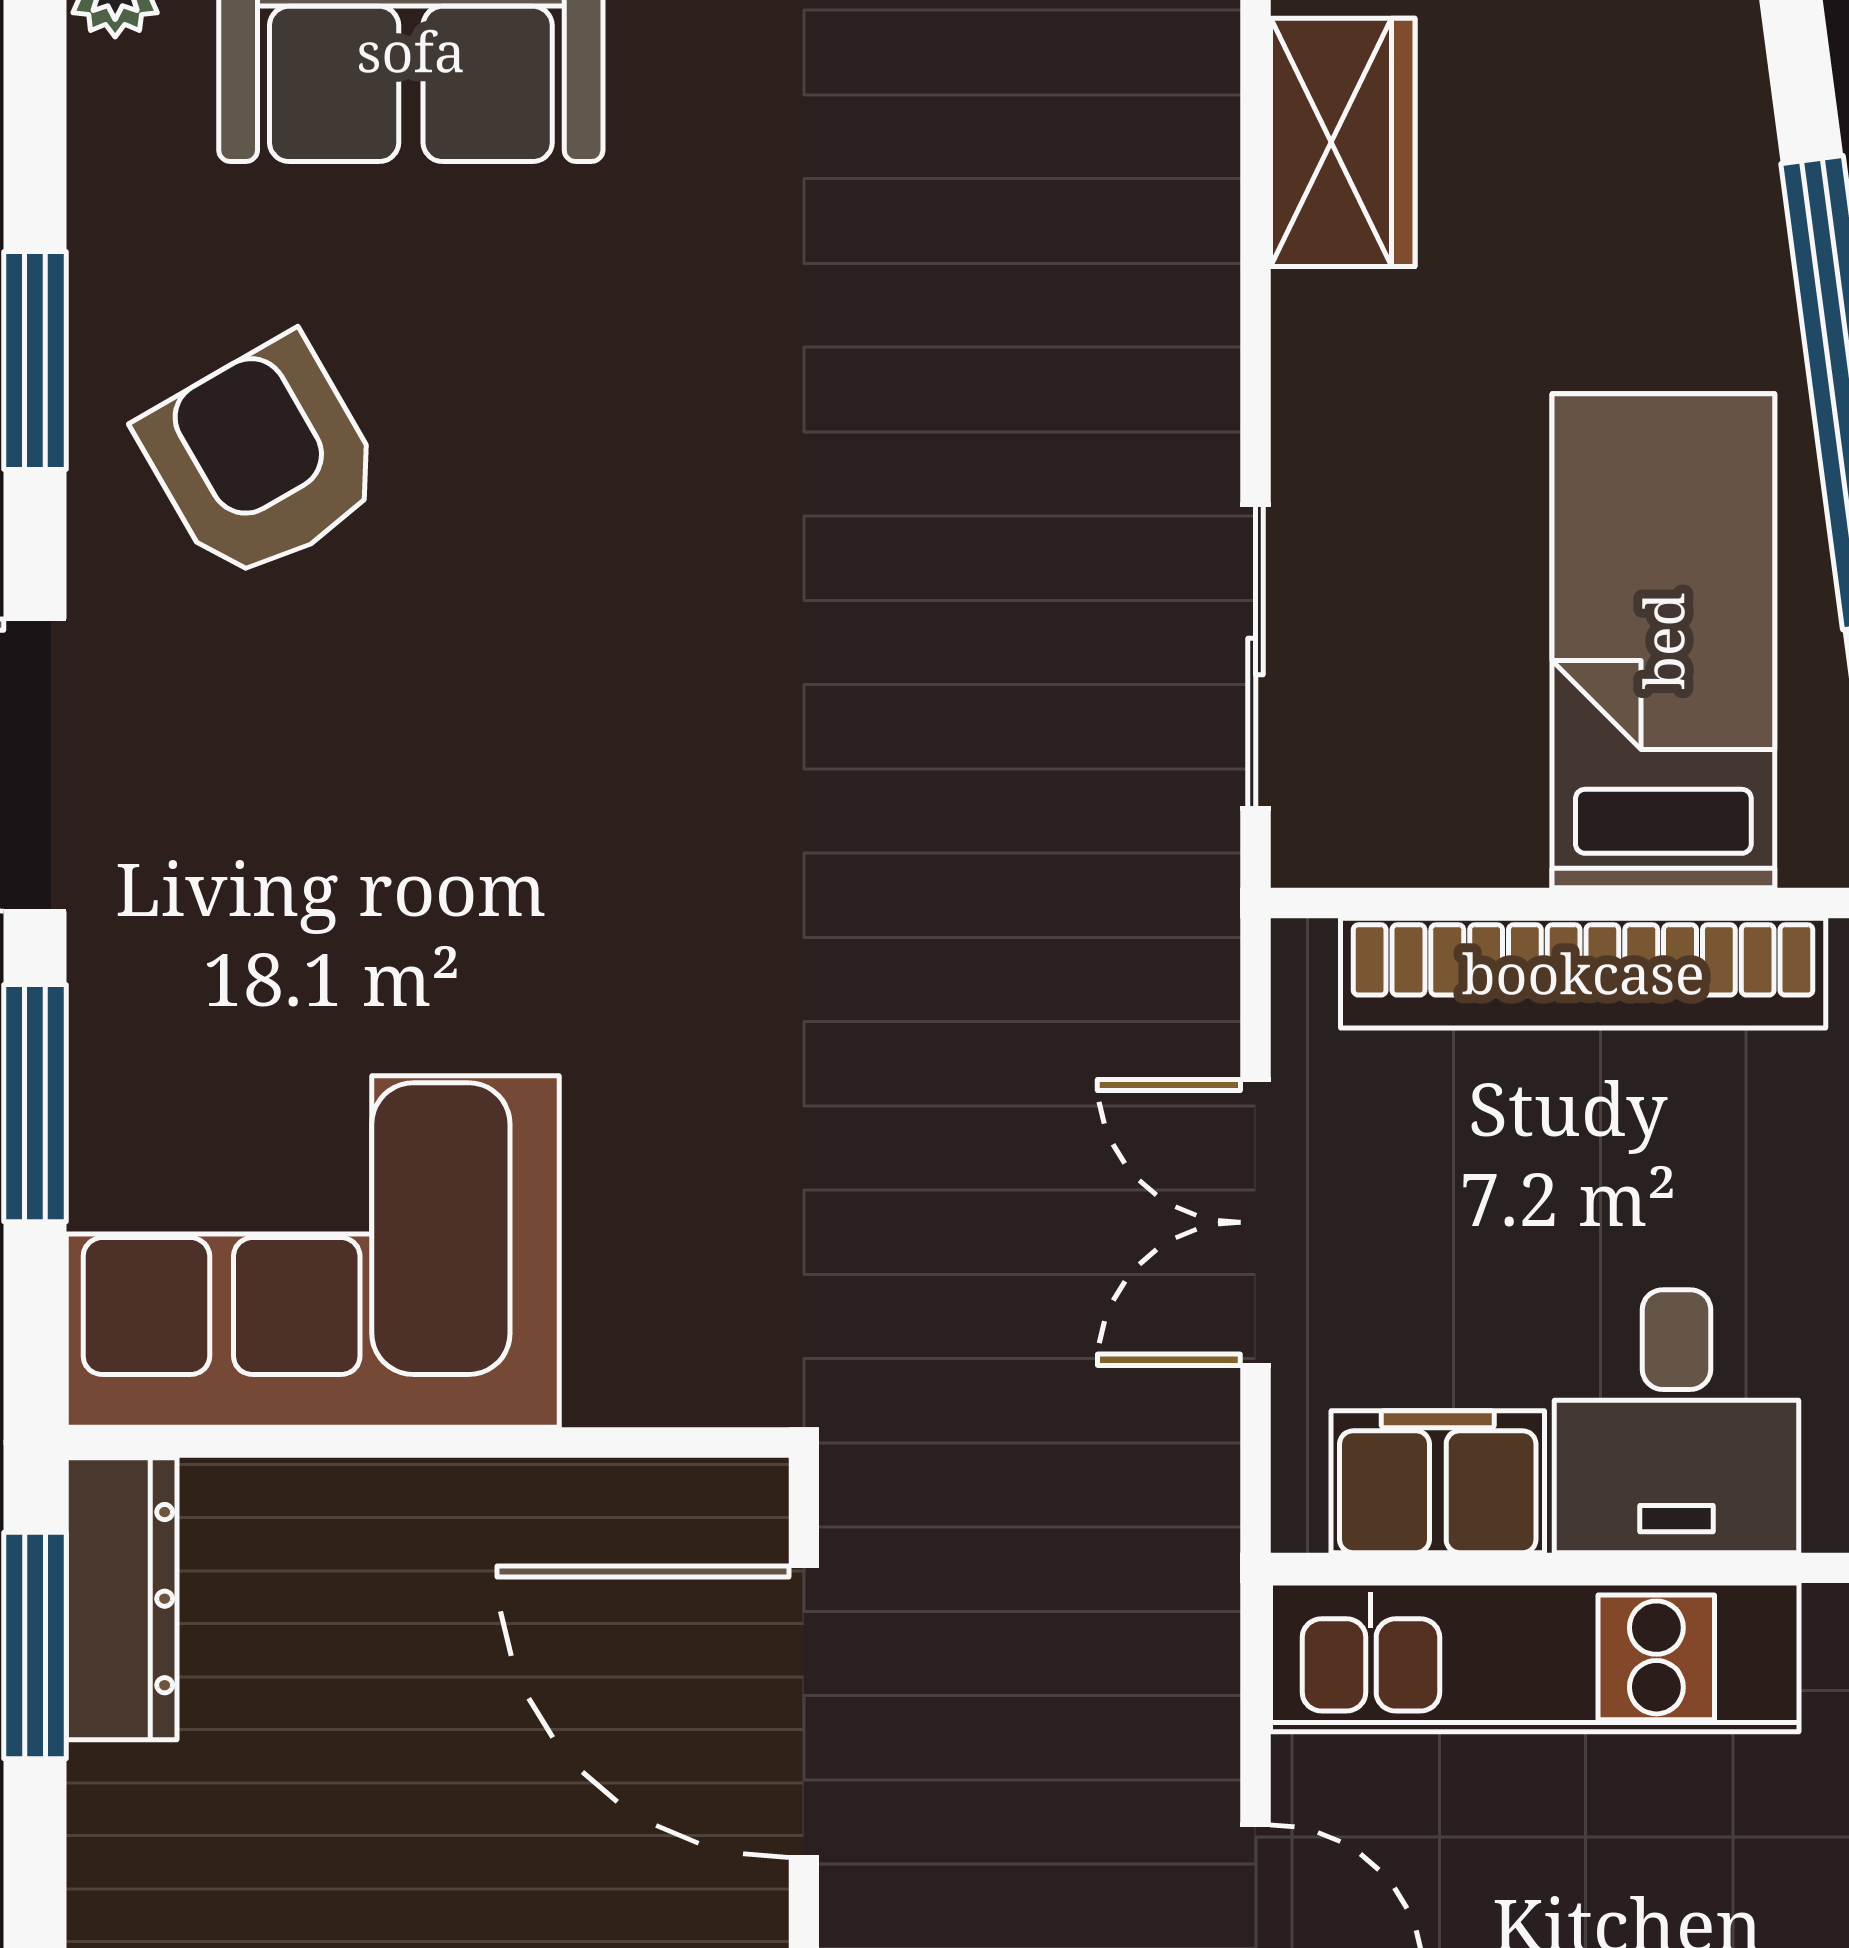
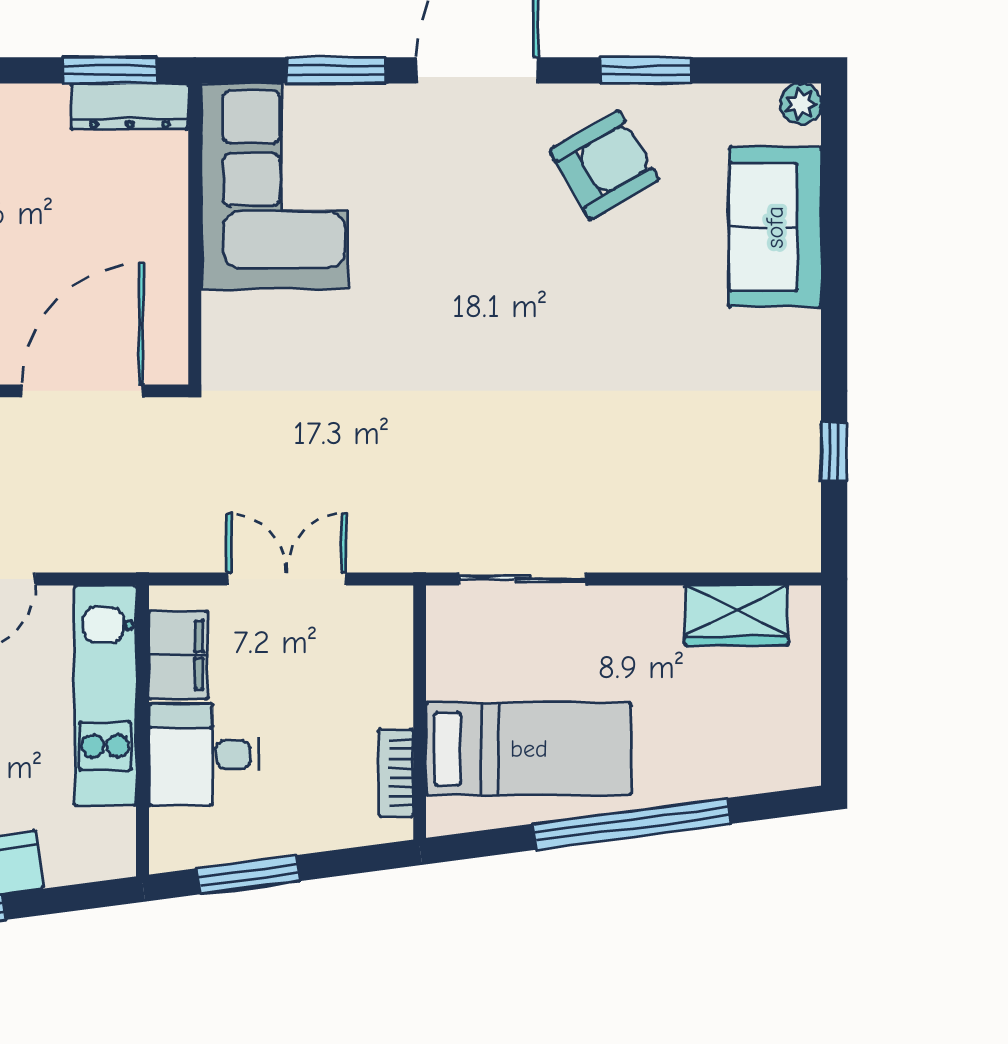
bookcase: (1583, 973) -> (396, 773), width x0.43, depth x0.76

